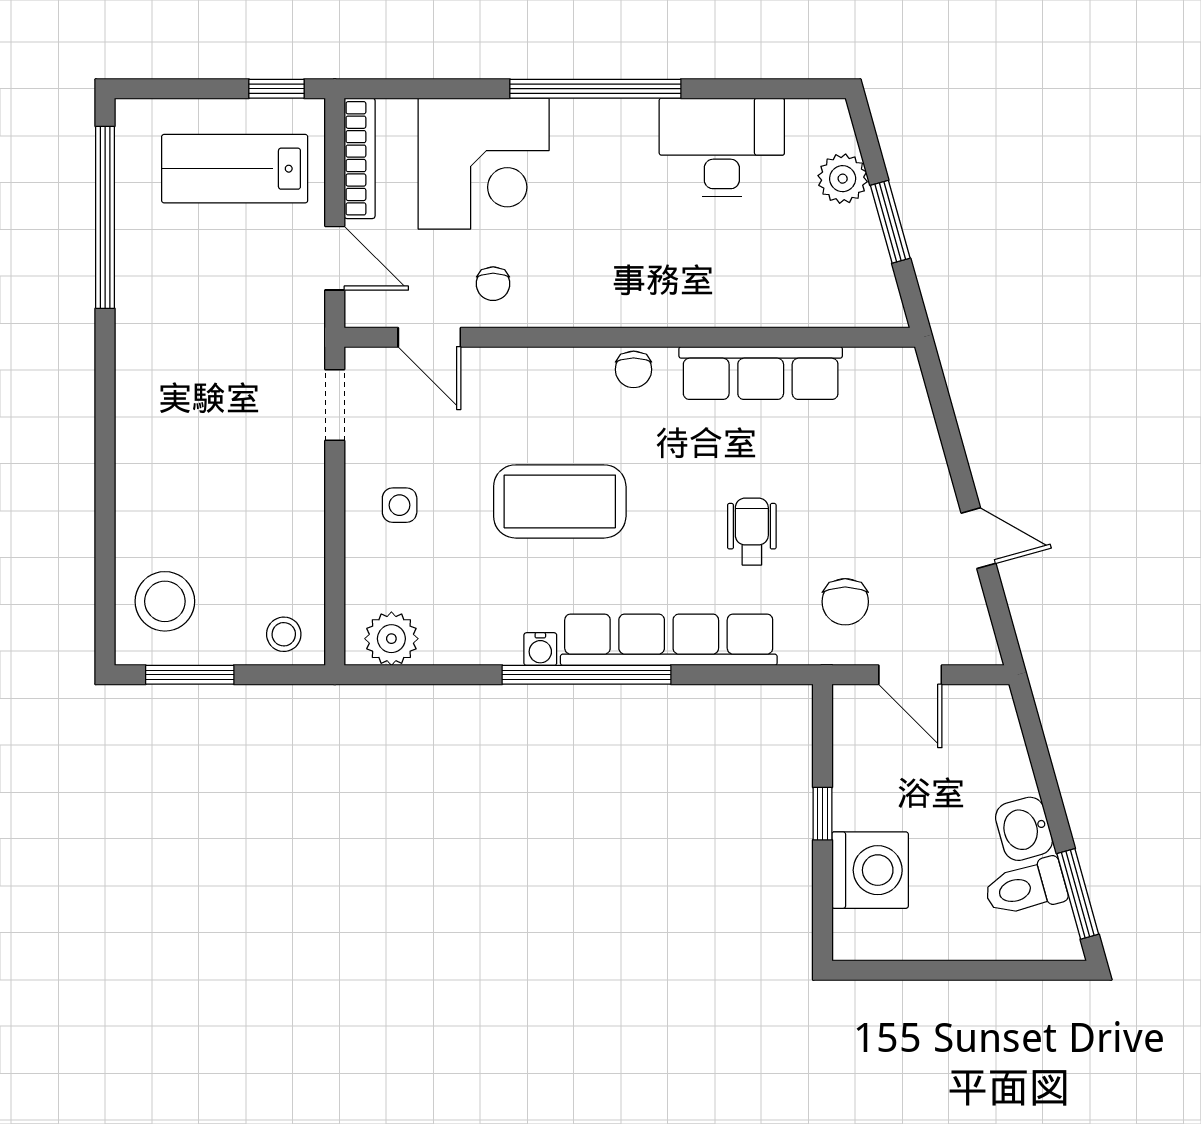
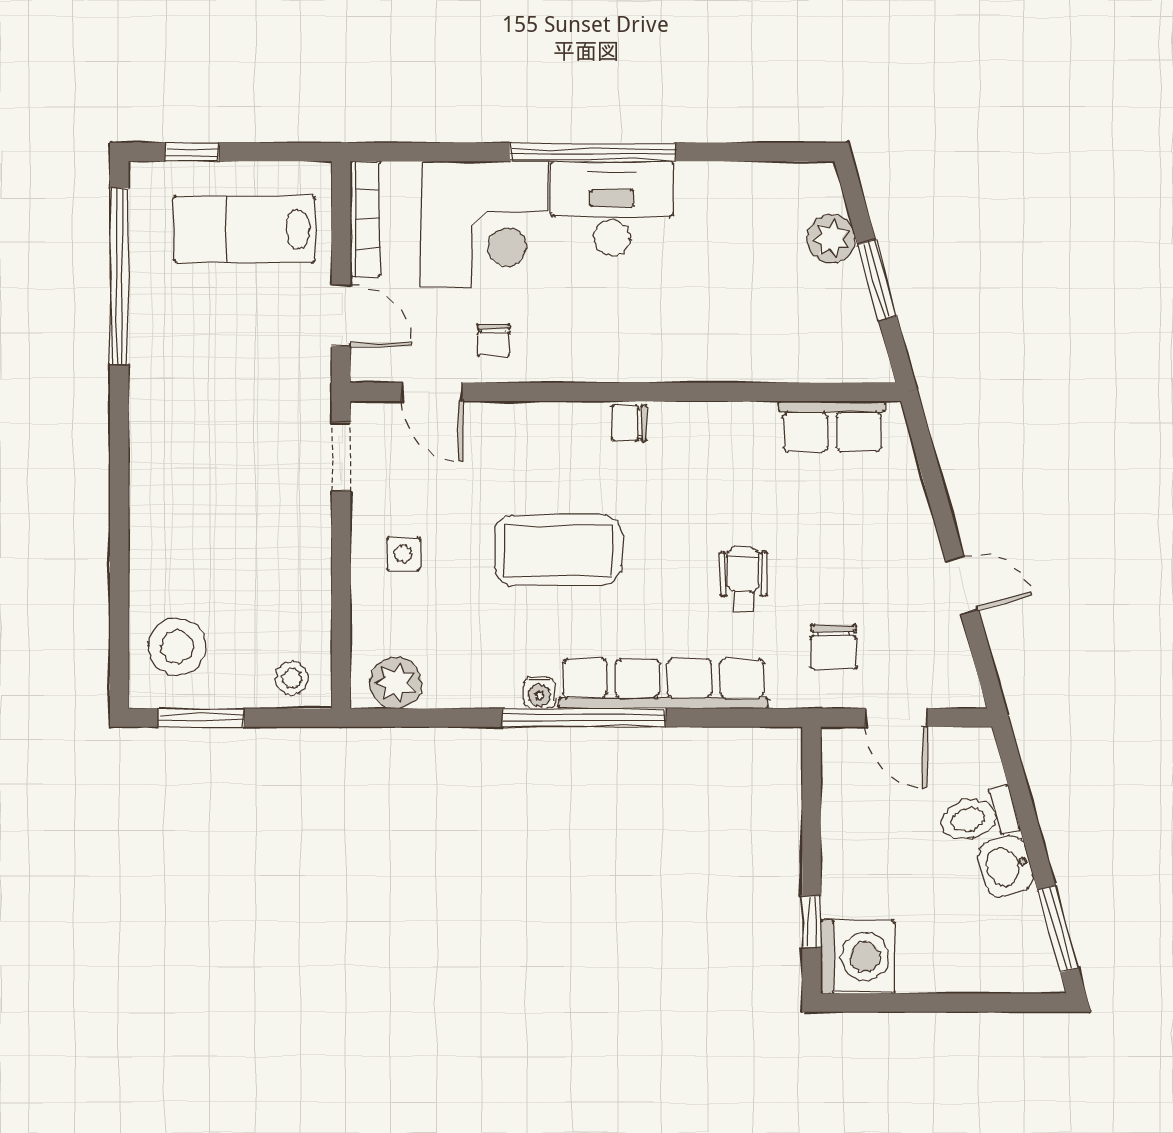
window: (276, 89) -> (192, 152), moved
desk: (722, 147) -> (612, 209), moved
chair: (634, 369) -> (629, 423), turned 90
row of seats: (761, 373) -> (832, 426), moved, width x0.68
window: (822, 814) -> (812, 922), moved
washing machine: (870, 870) -> (857, 957), moved
toilet: (1026, 888) -> (978, 817), moved

